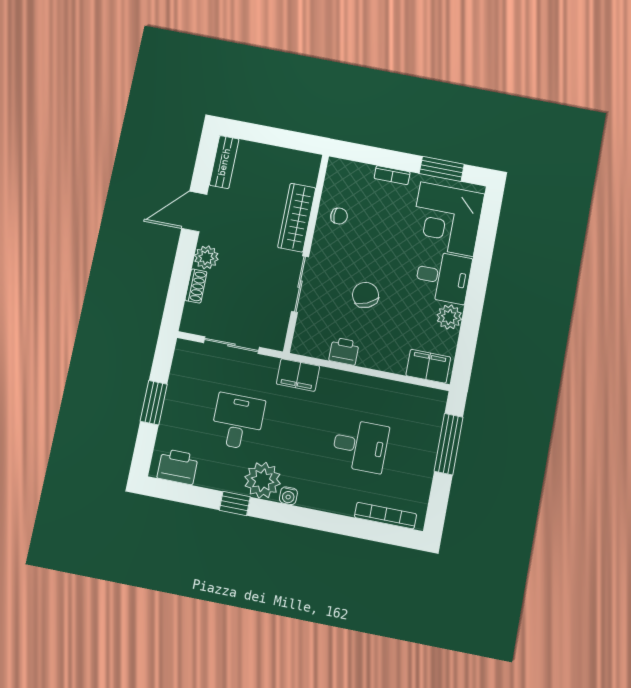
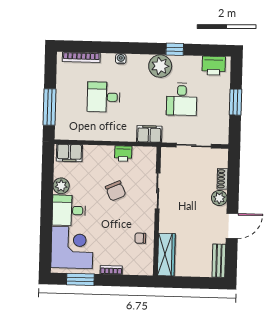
wardrobe: (297, 218) -> (166, 255), moved
water cooler: (288, 496) -> (121, 59), moved

